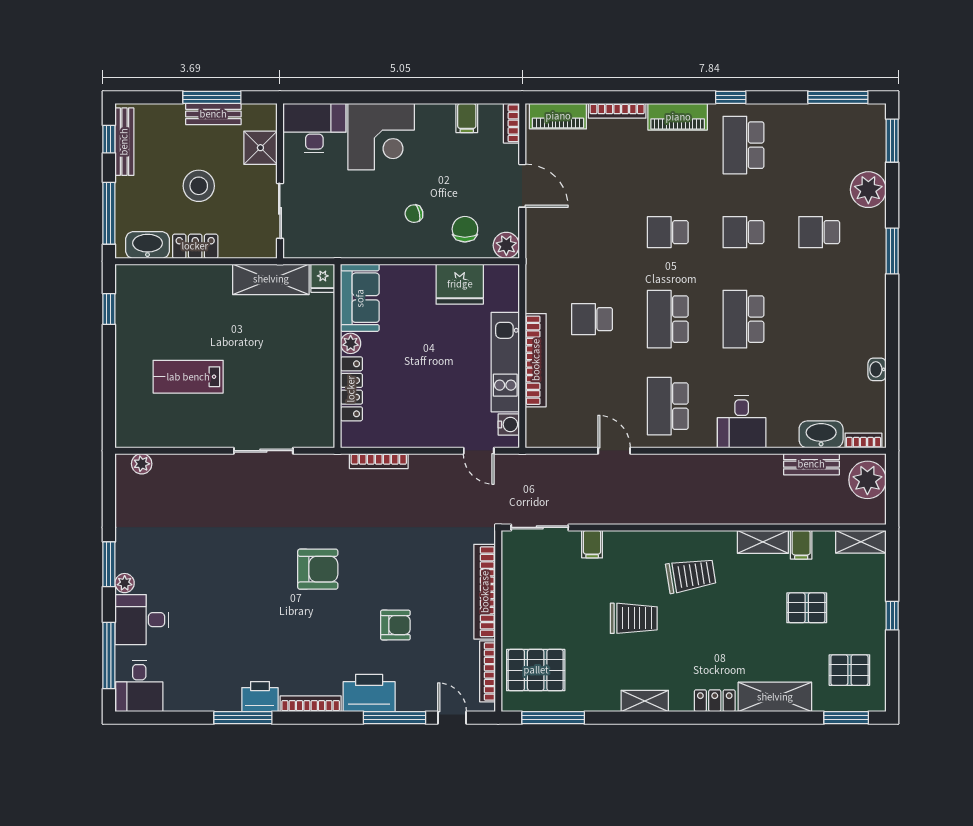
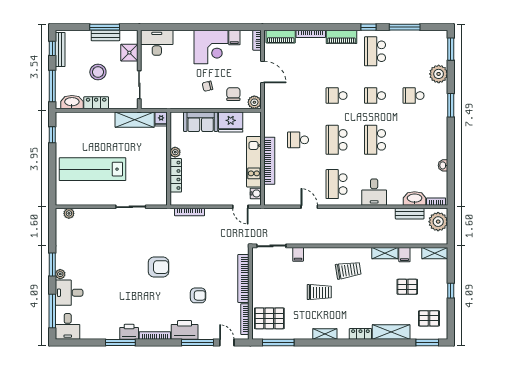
window: (838, 97) -> (405, 27), moved
corner desk: (381, 137) -> (211, 47), moved
sofa: (360, 298) -> (201, 122), moved, turned 90
lab bench: (188, 377) -> (93, 169), width x1.86, depth x1.39

